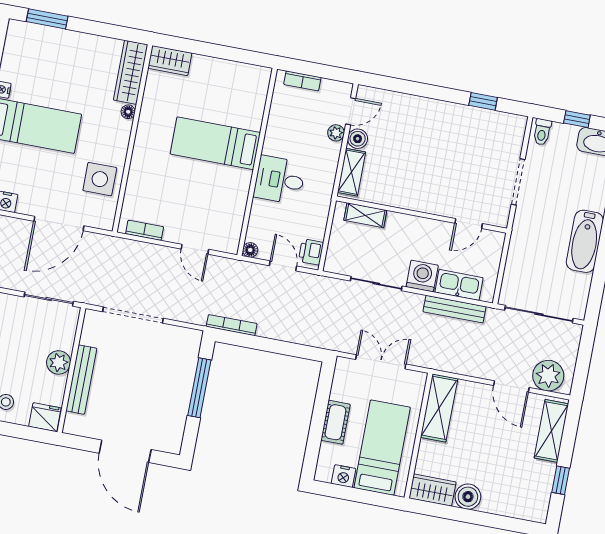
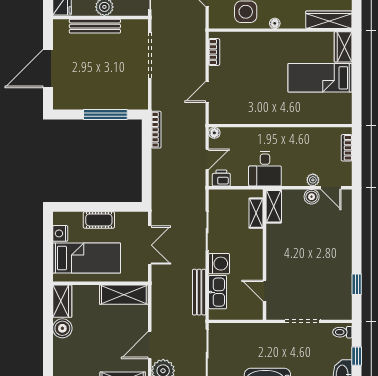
floor lamp: (128, 112) -> (275, 23), moved
bed: (215, 143) -> (320, 78), moved, turned -90
shelving: (352, 172) -> (274, 206), moved, turned 90
desk: (280, 180) -> (265, 169), moved, turned 180

